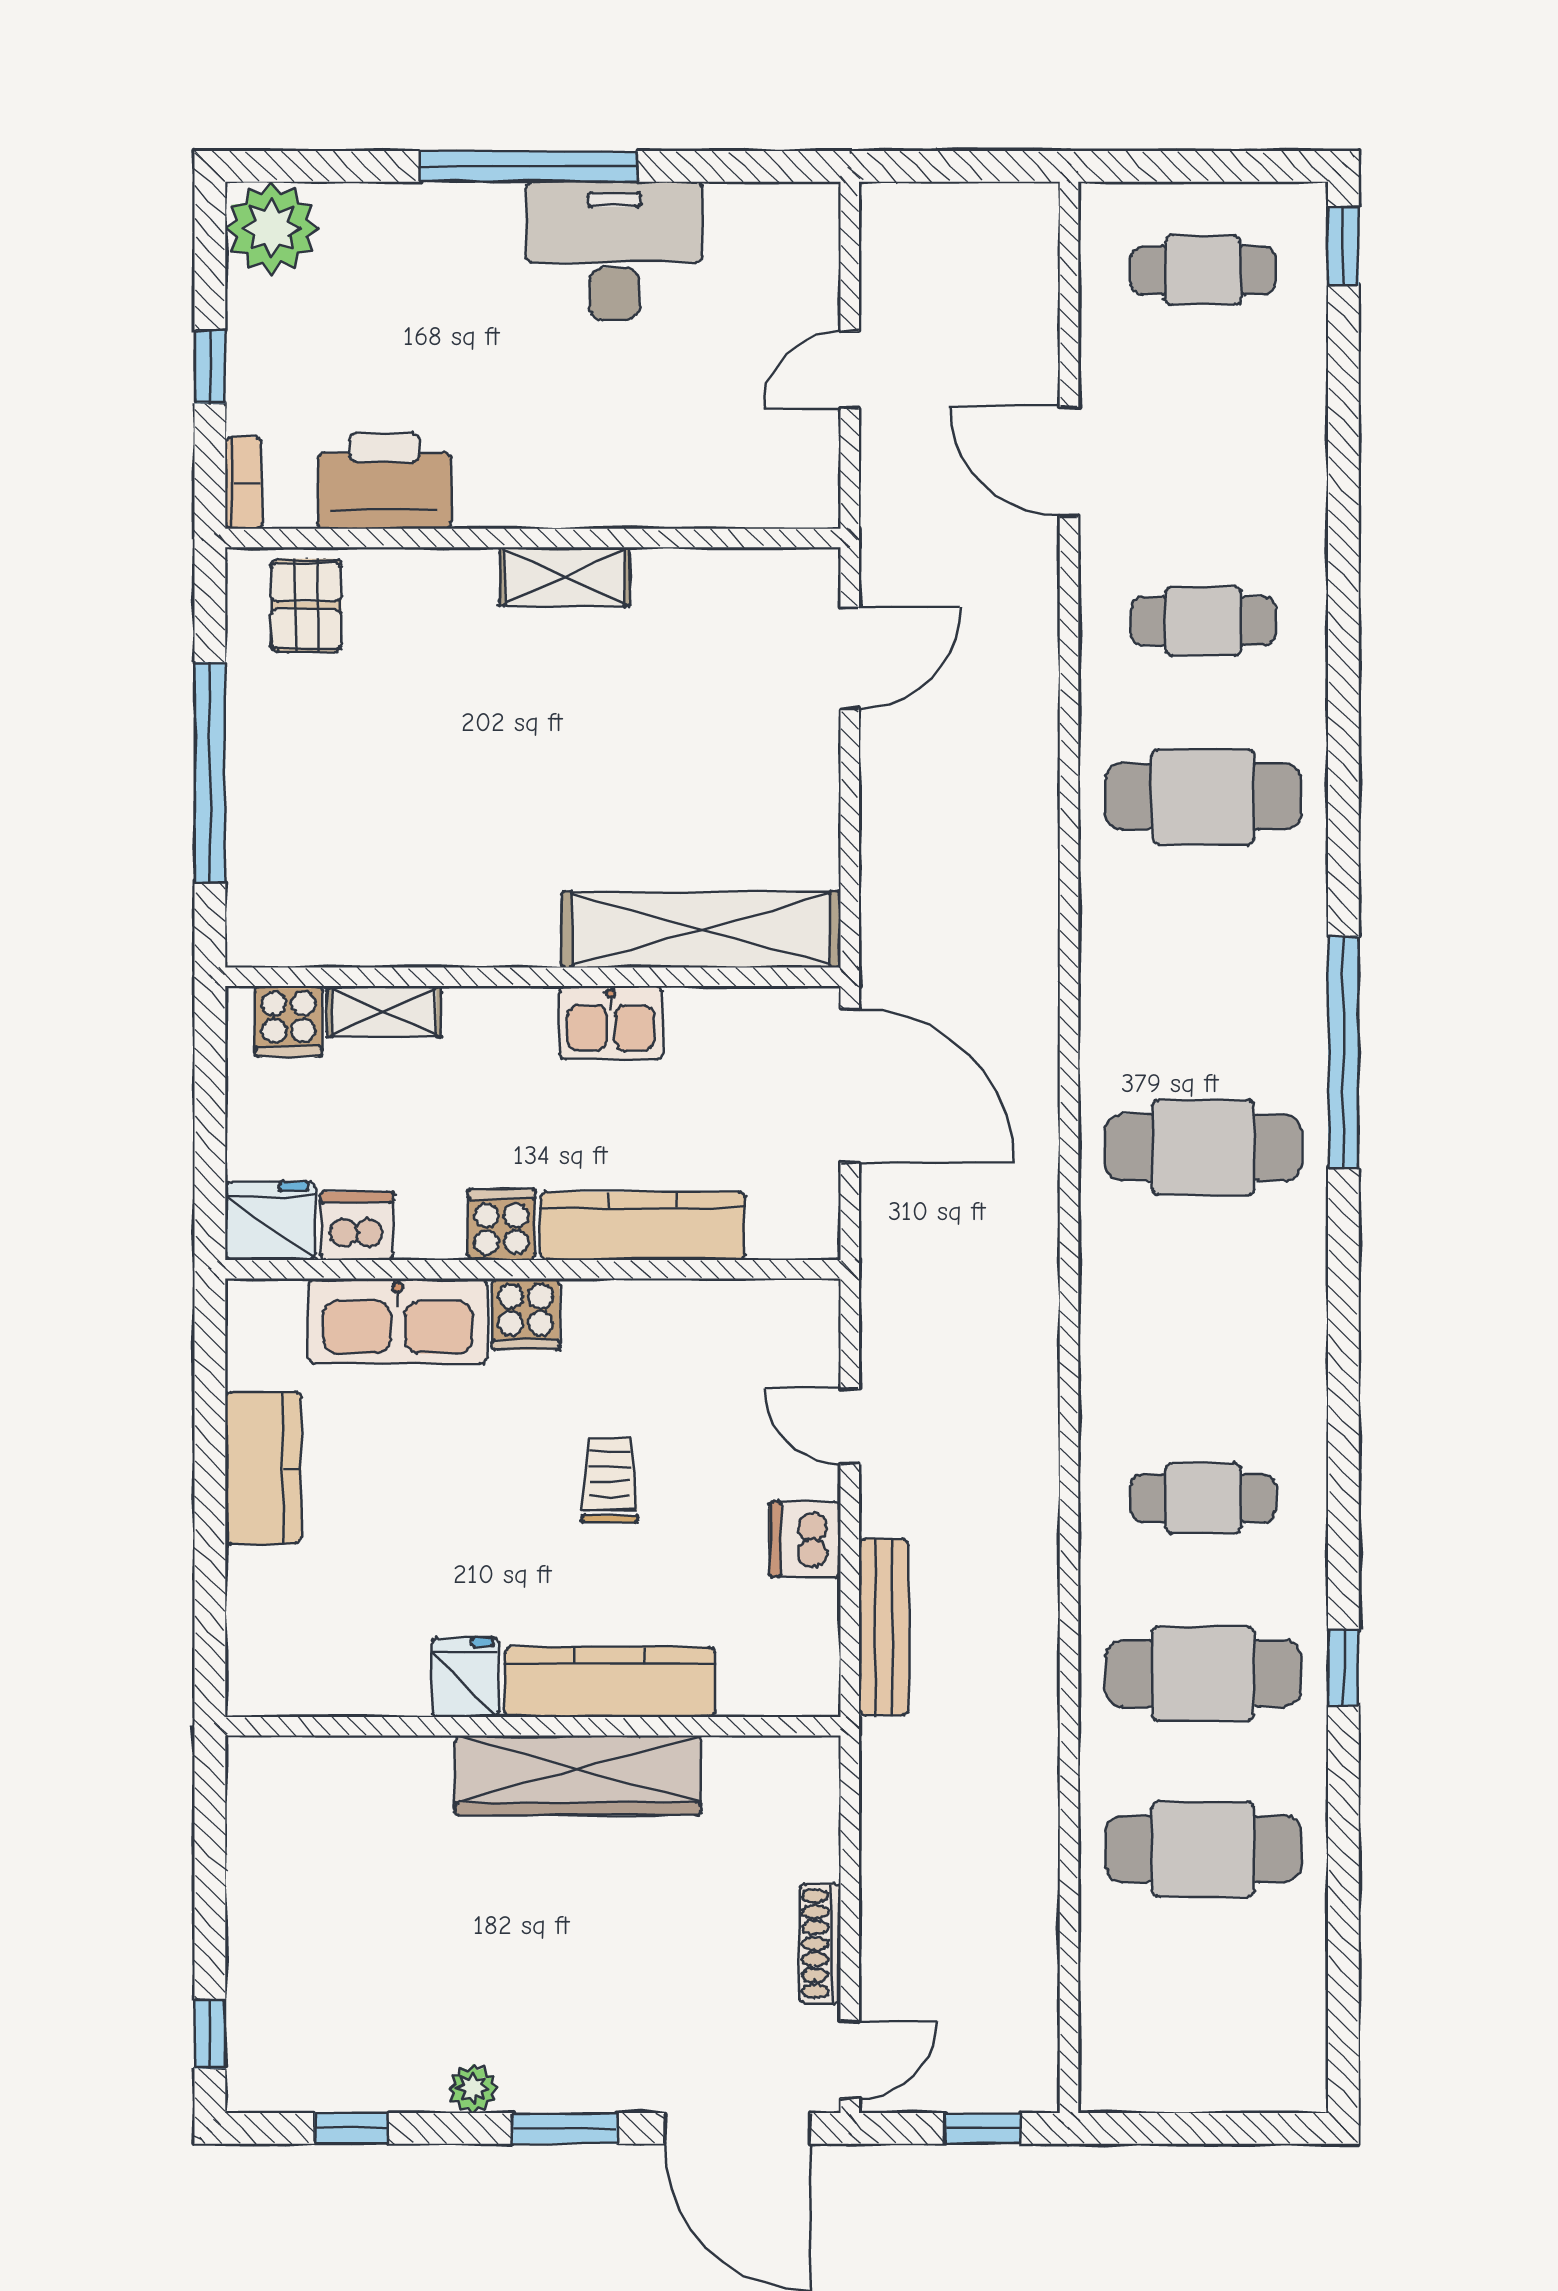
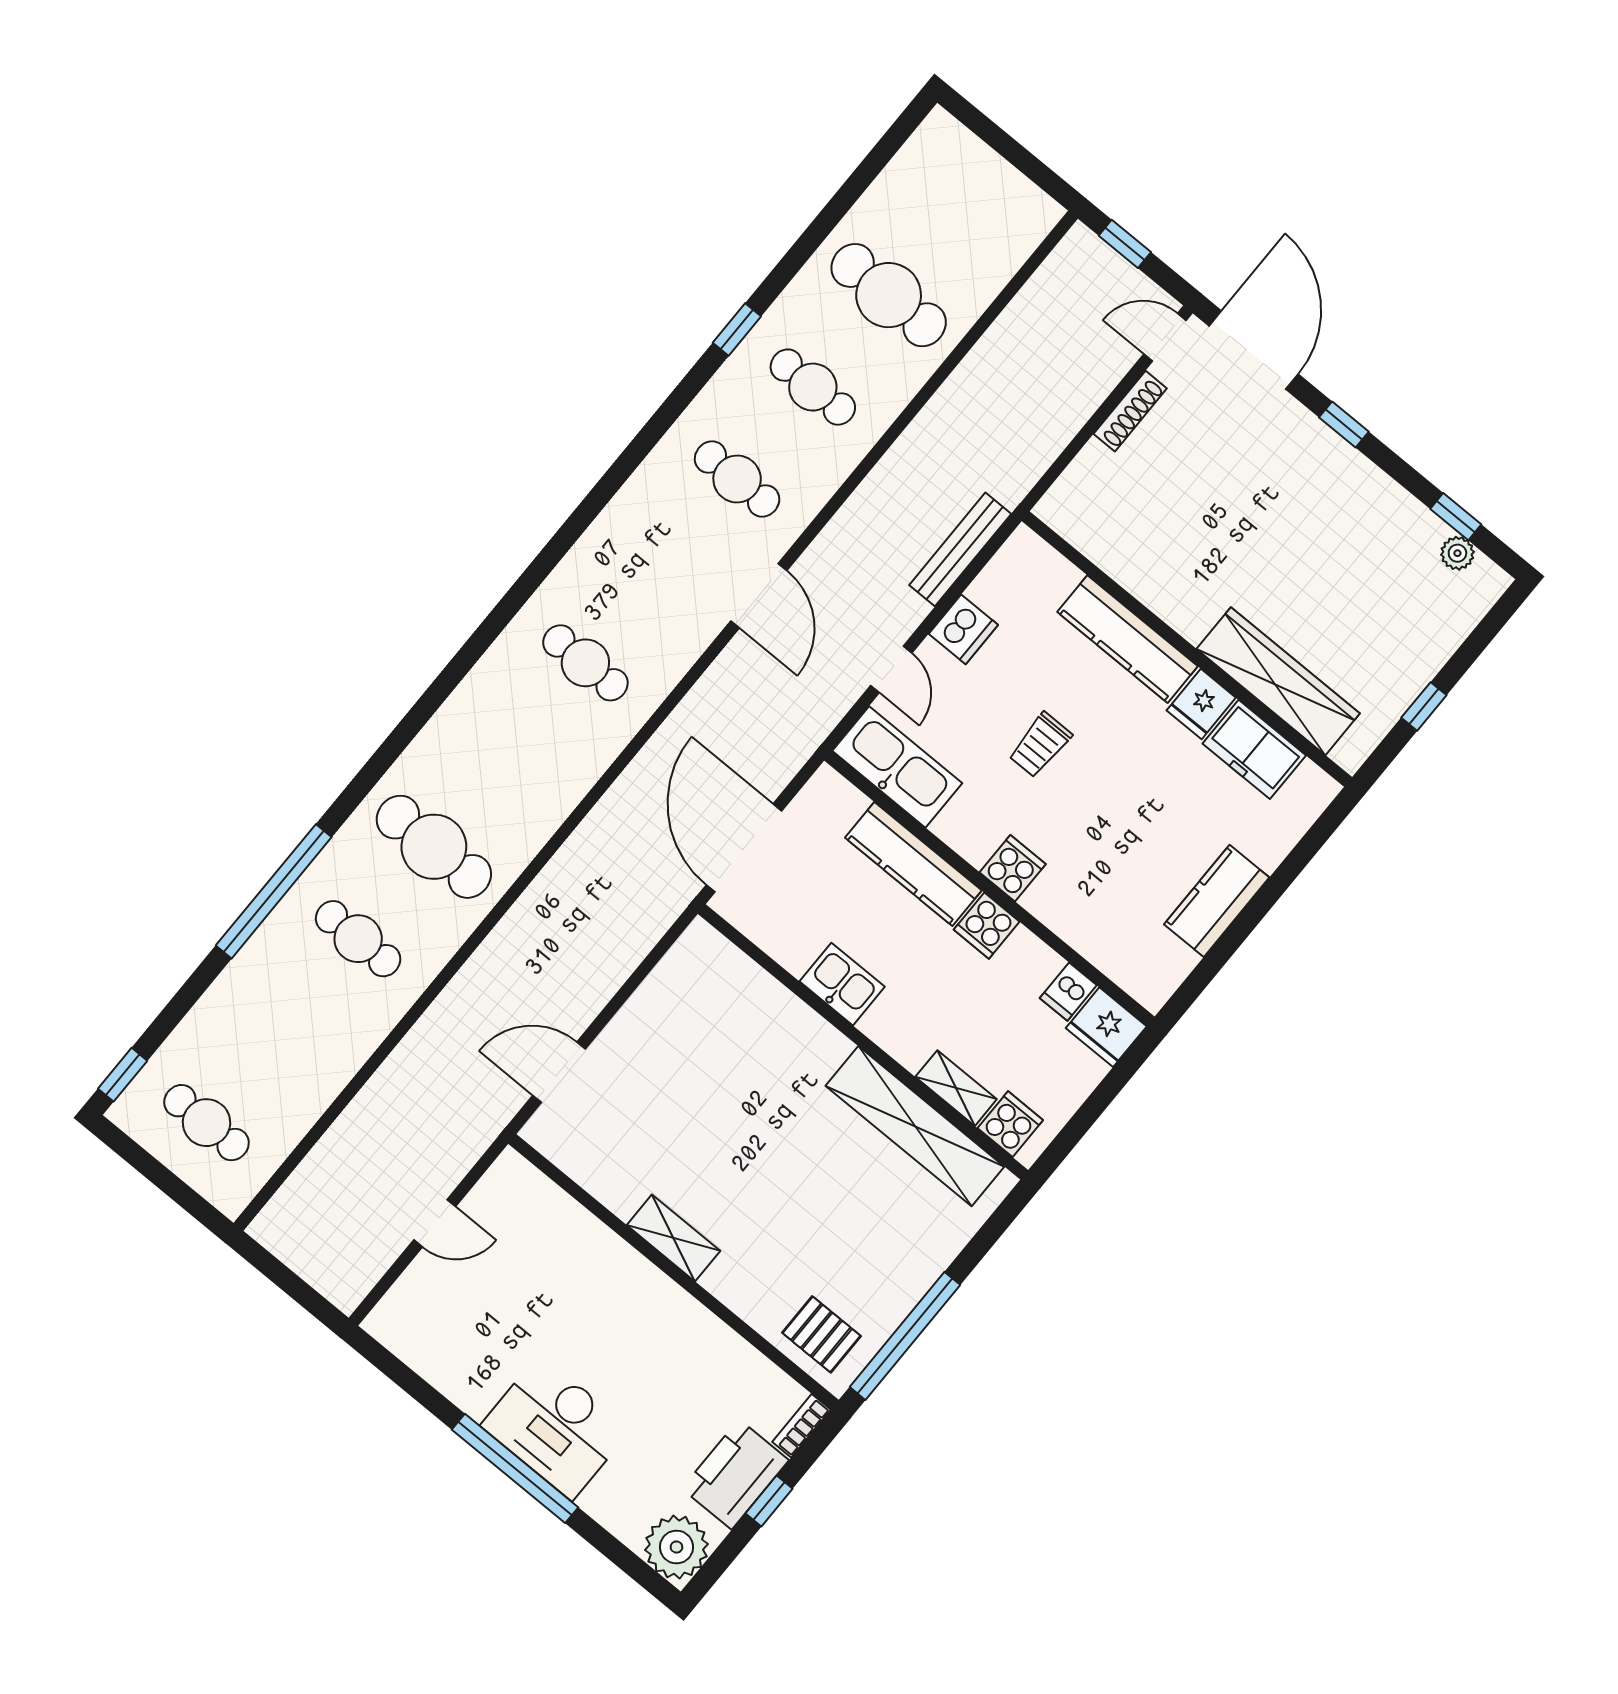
desk: (614, 251) -> (556, 1427), moved
door: (1069, 461) -> (759, 596), moved
printer: (384, 481) -> (735, 1474), moved, turned 90
pallet: (306, 606) -> (821, 1334), turned 90
window: (210, 773) -> (905, 1336), moved
shelving: (701, 930) -> (915, 1126), moved
window: (1343, 1053) -> (274, 891), moved
cafe table: (1203, 1147) -> (585, 663), width x0.73, depth x0.74
dishwasher: (357, 1226) -> (1068, 992), width x0.73
kitchen sink: (398, 1321) -> (897, 767), moved
cafe table: (1203, 1674) -> (813, 387), width x0.73, depth x0.74
freezer: (362, 1675) -> (1254, 749), added
wardrobe: (578, 1775) -> (1278, 681), moved
window: (210, 2034) -> (1424, 706), moved
plant: (473, 2088) -> (1457, 553), moved
window: (565, 2128) -> (1344, 424), width x0.67

